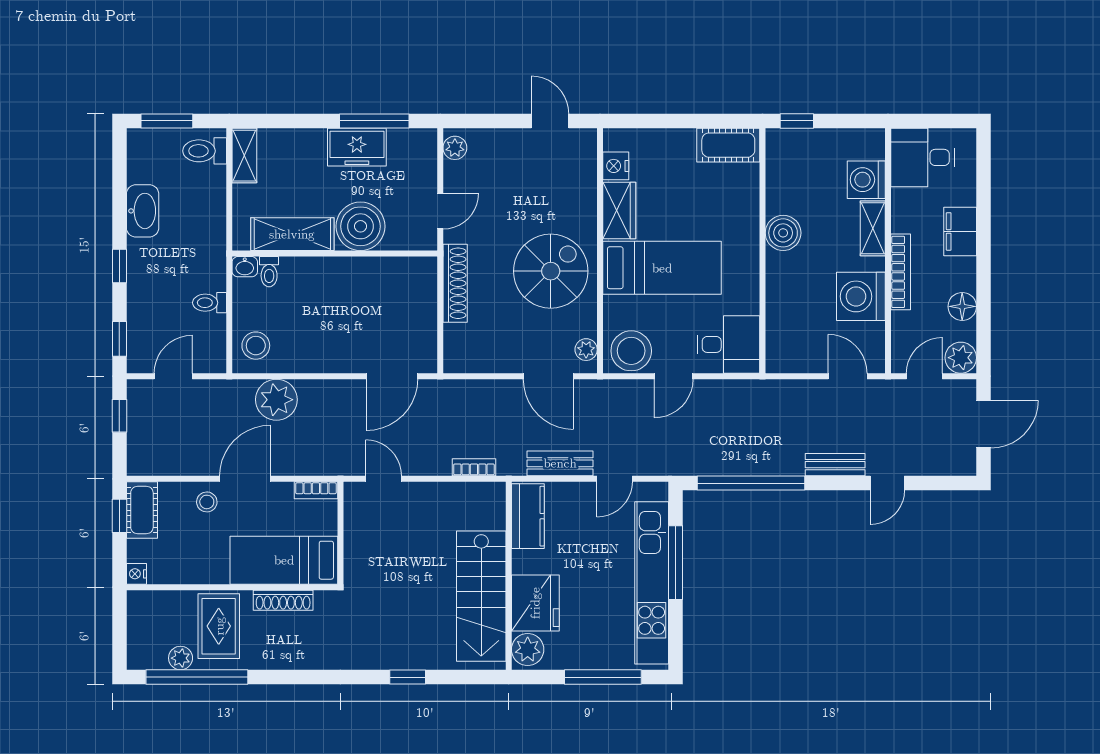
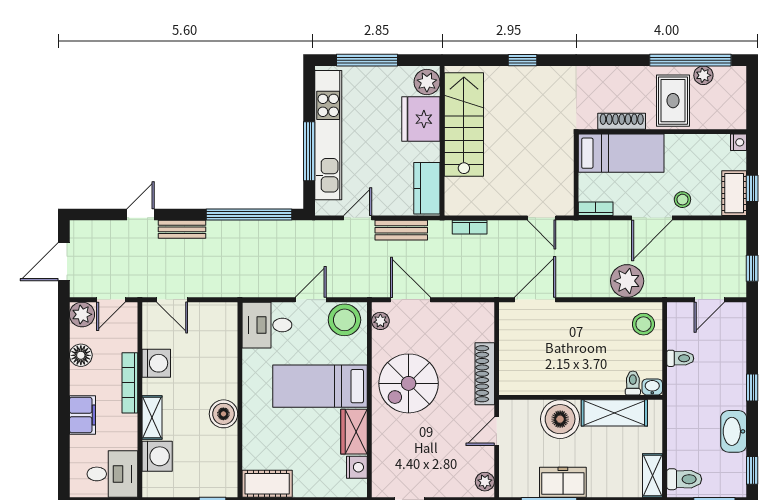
washing machine: (861, 296) -> (156, 363), width x0.73, depth x0.73
window: (119, 339) -> (752, 470), moved

